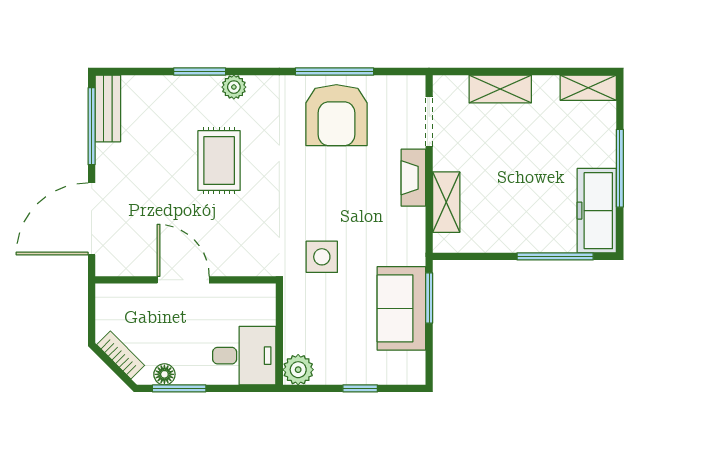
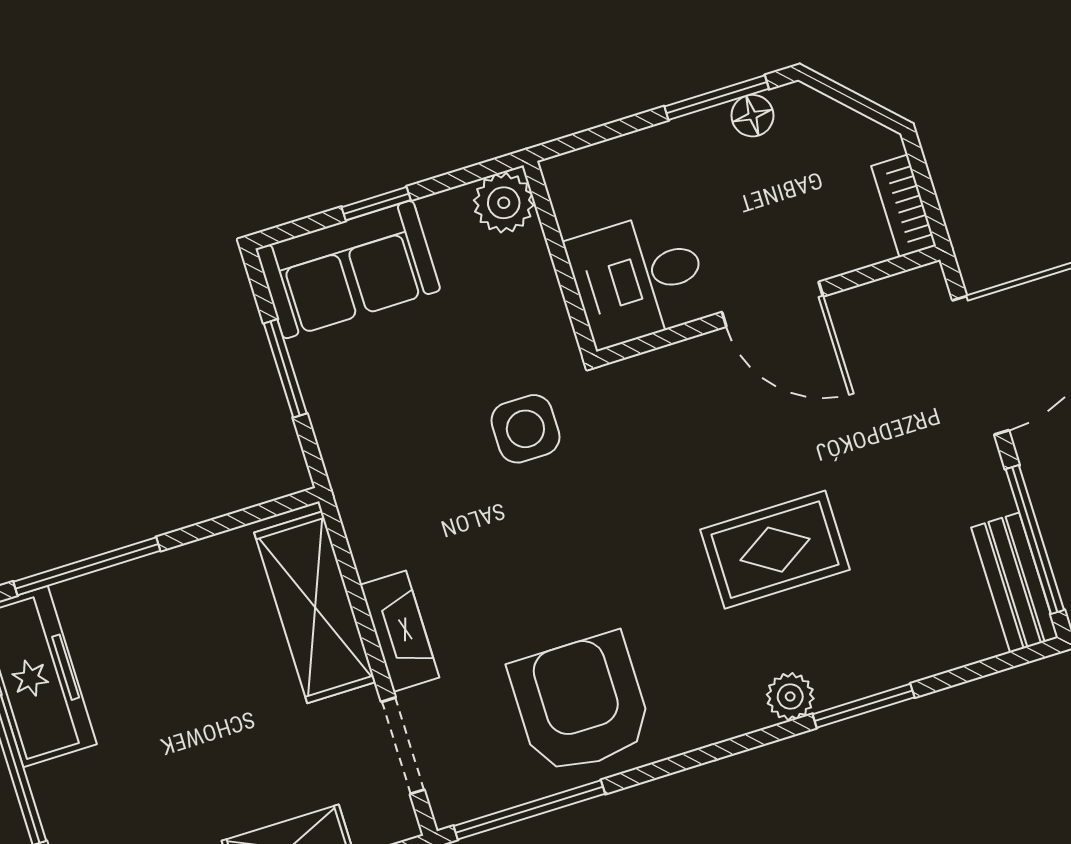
window: (334, 71) -> (529, 810), moved
rug: (219, 161) -> (775, 550), turned 90
shelving: (446, 202) -> (315, 607), width x1.50, depth x1.33
window: (429, 298) -> (285, 368), moved
sofa: (401, 308) -> (348, 270), moved, turned 90
bookcase: (121, 355) -> (904, 206), moved, turned 45
desk: (244, 356) -> (638, 278), moved

